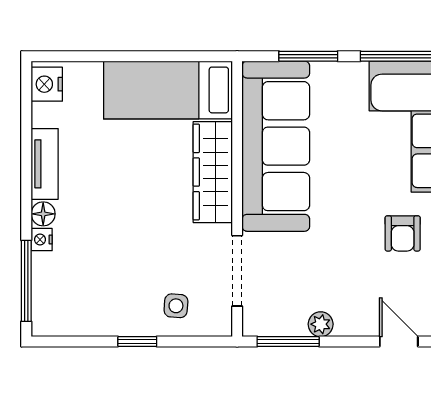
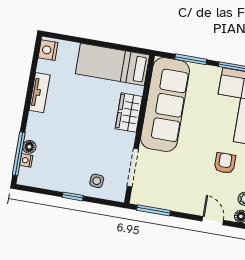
wardrobe: (213, 172) -> (129, 113), width x0.67
floor lamp: (43, 214) -> (29, 147), moved
armchair: (403, 233) -> (225, 163), turned 180
nightstand: (42, 240) -> (26, 160), moved
plant: (321, 324) -> (173, 204), removed

